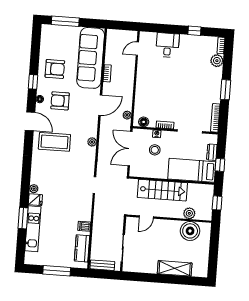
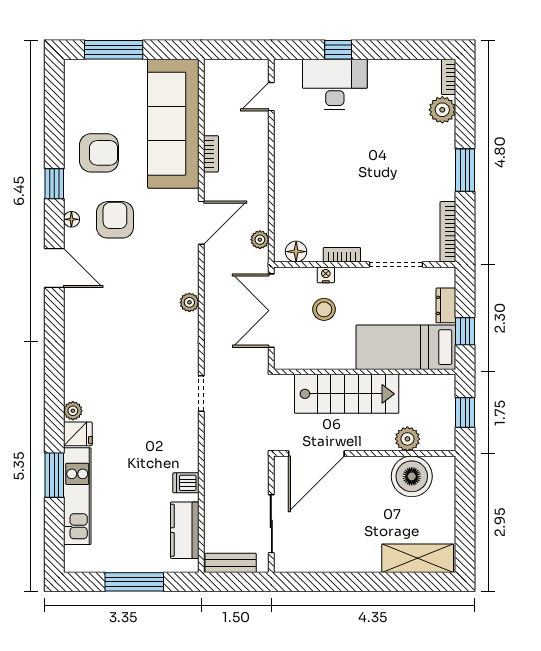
window: (194, 31) -> (338, 50), moved
desk: (167, 45) -> (335, 84), width x1.37
armchair: (60, 101) -> (115, 220), turned 90
coffee table: (54, 142) -> (109, 308), removed
door: (146, 217) -> (316, 454), width x1.87
shelving: (175, 268) -> (418, 558), moved

